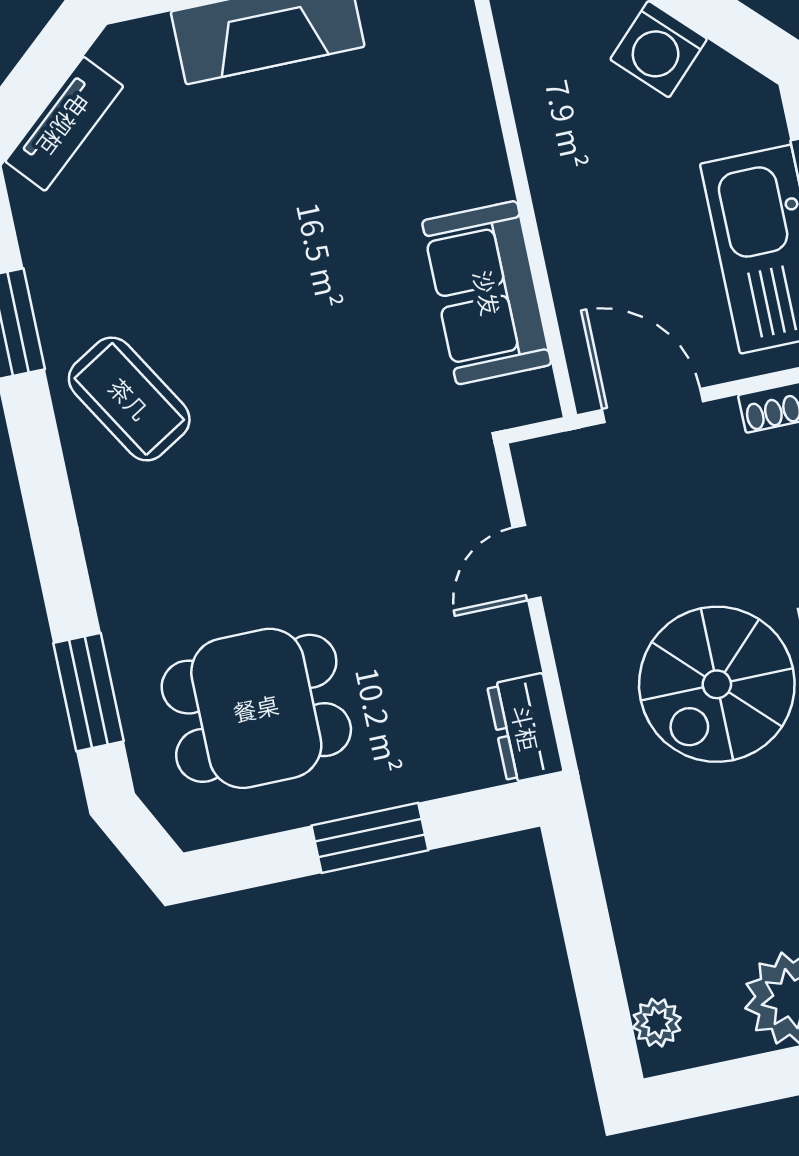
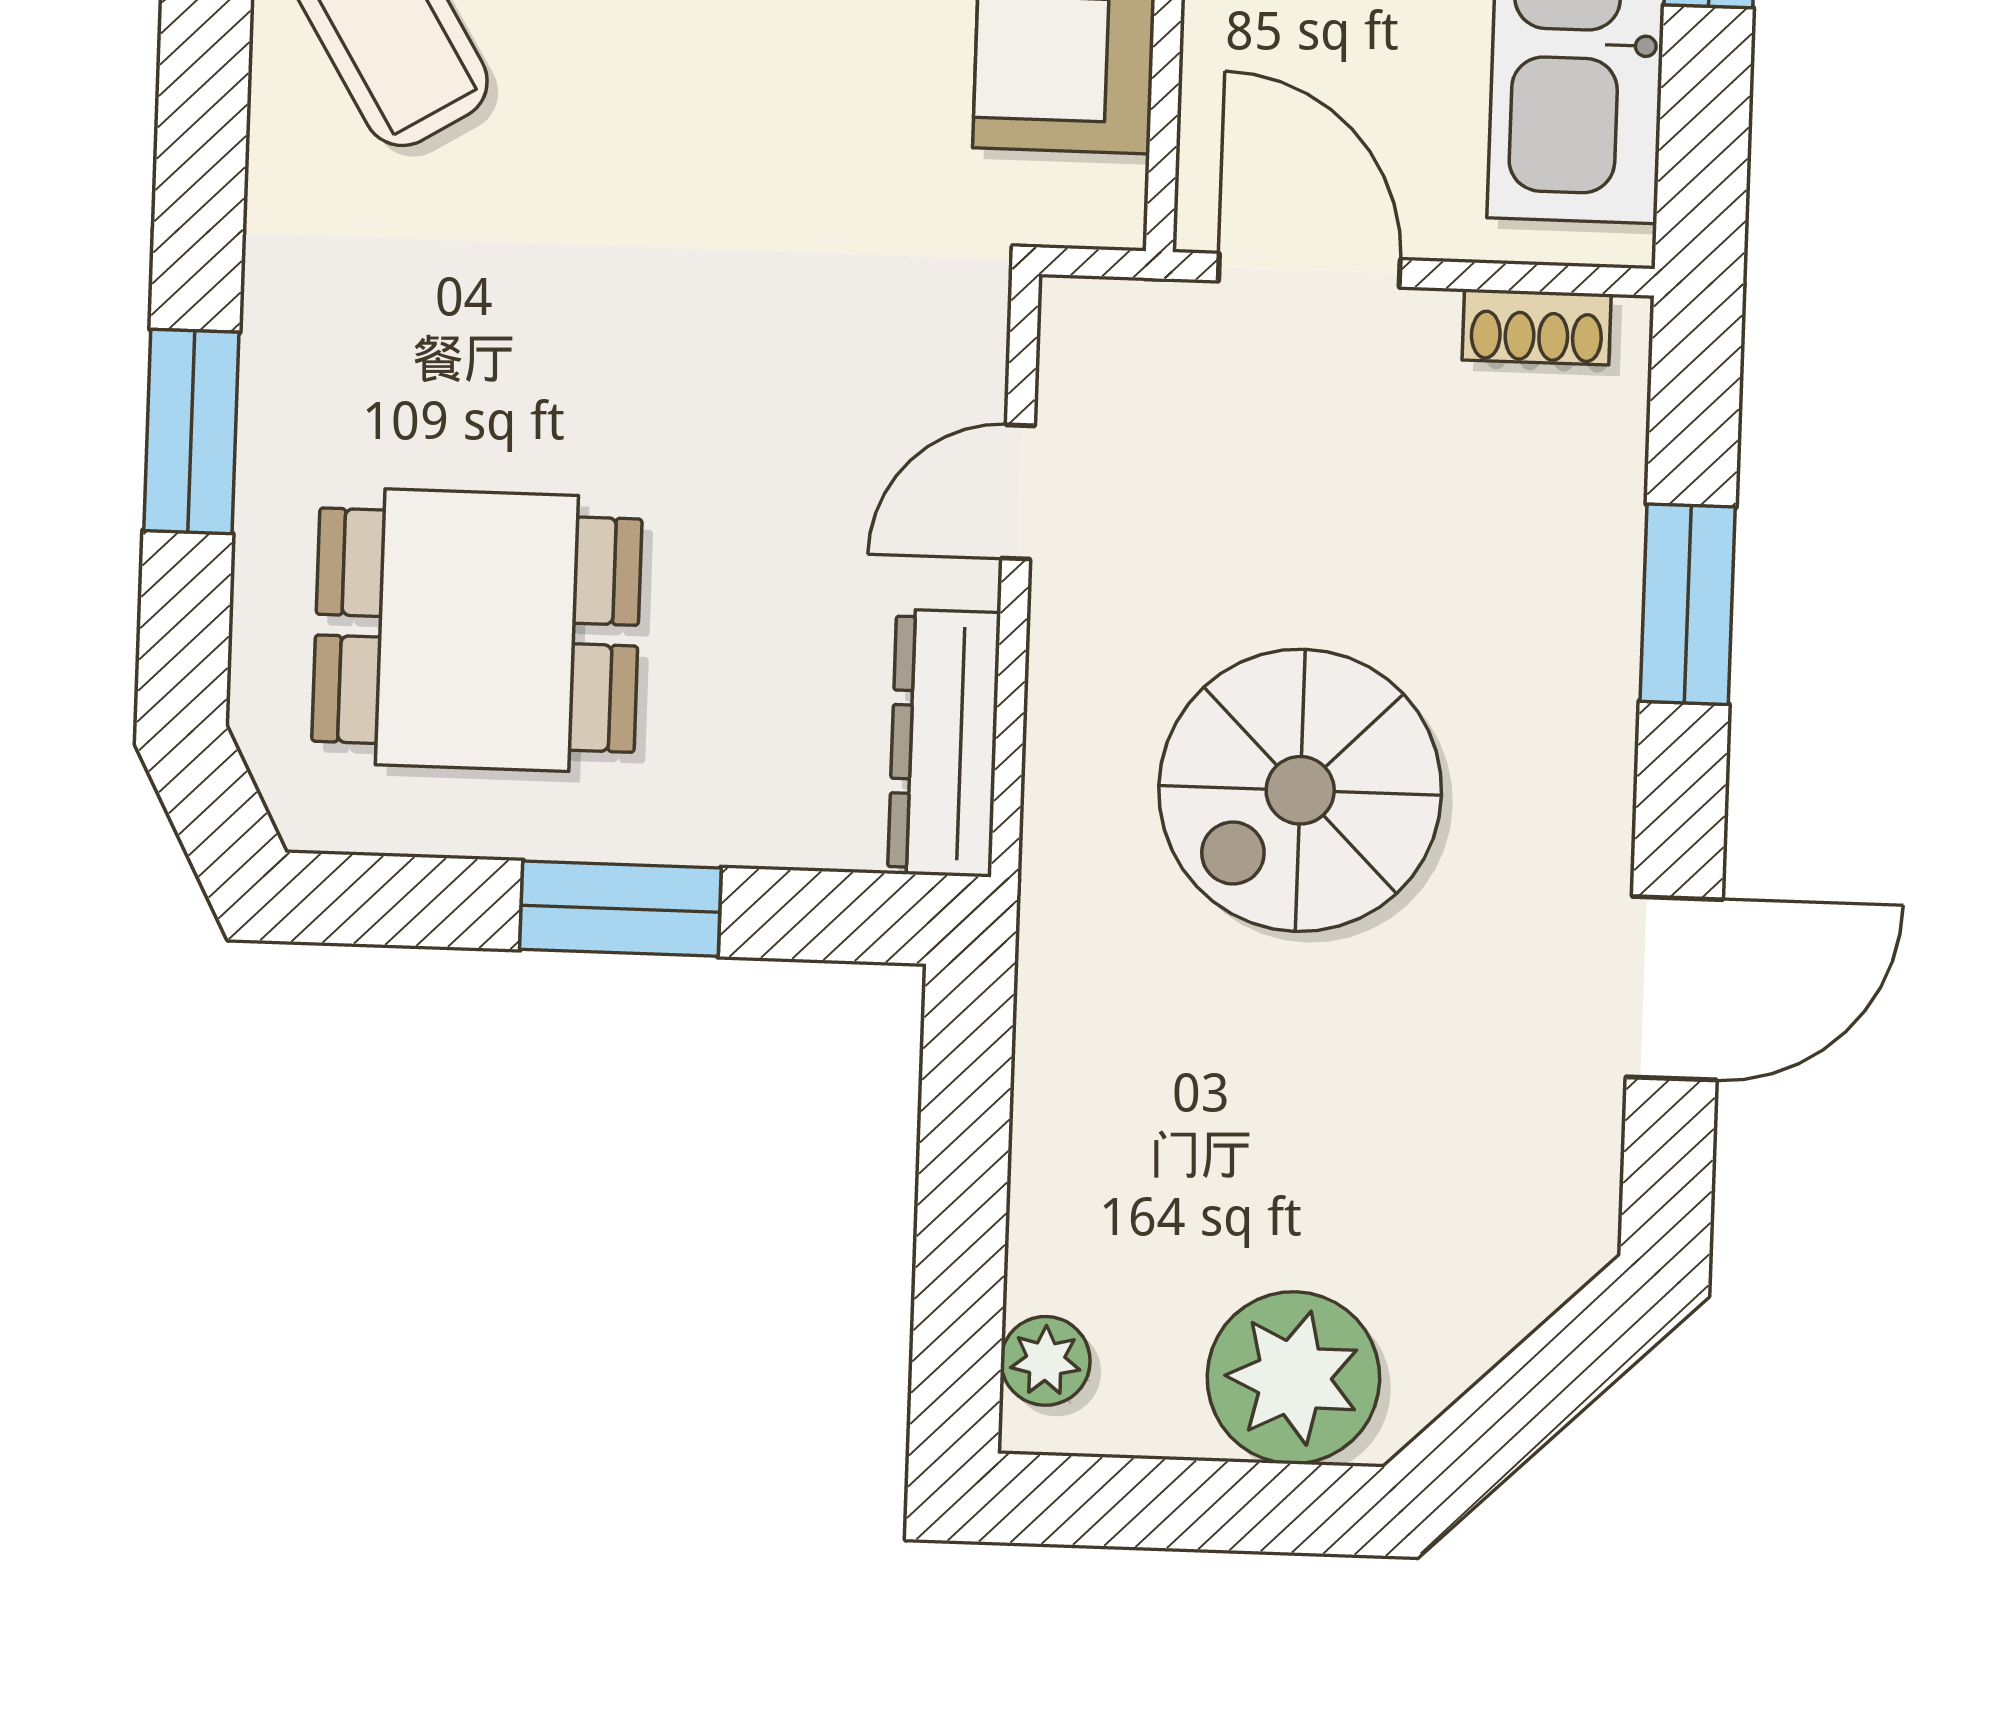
window: (89, 692) -> (191, 431), moved
dresser: (525, 728) -> (944, 743), width x1.44

